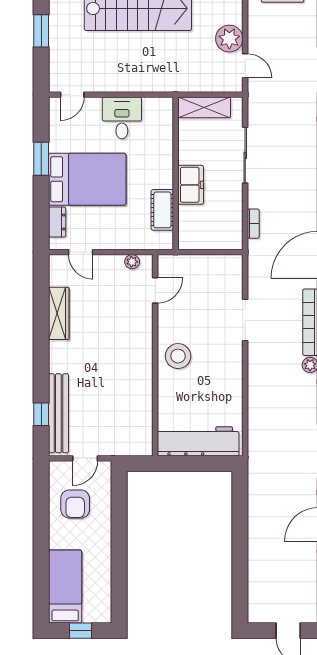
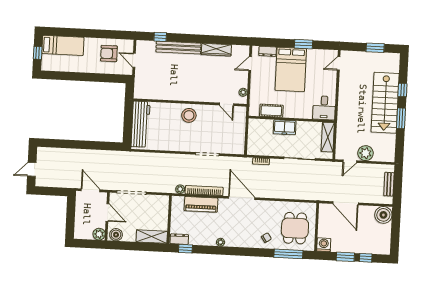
door: (72, 95) -> (339, 63), hinge flipped
desk: (122, 118) -> (324, 108), moved, turned 90
bench: (58, 413) -> (178, 48), moved

